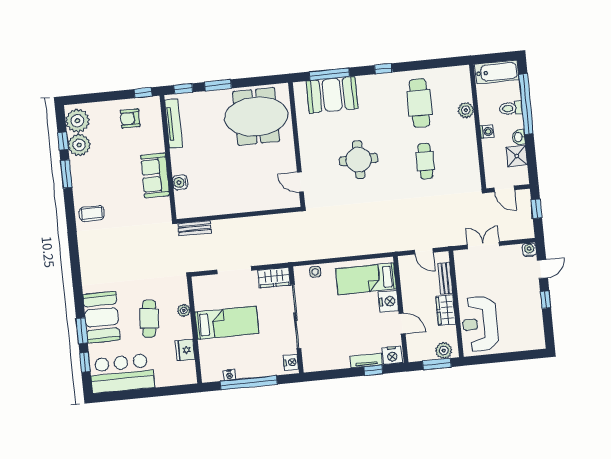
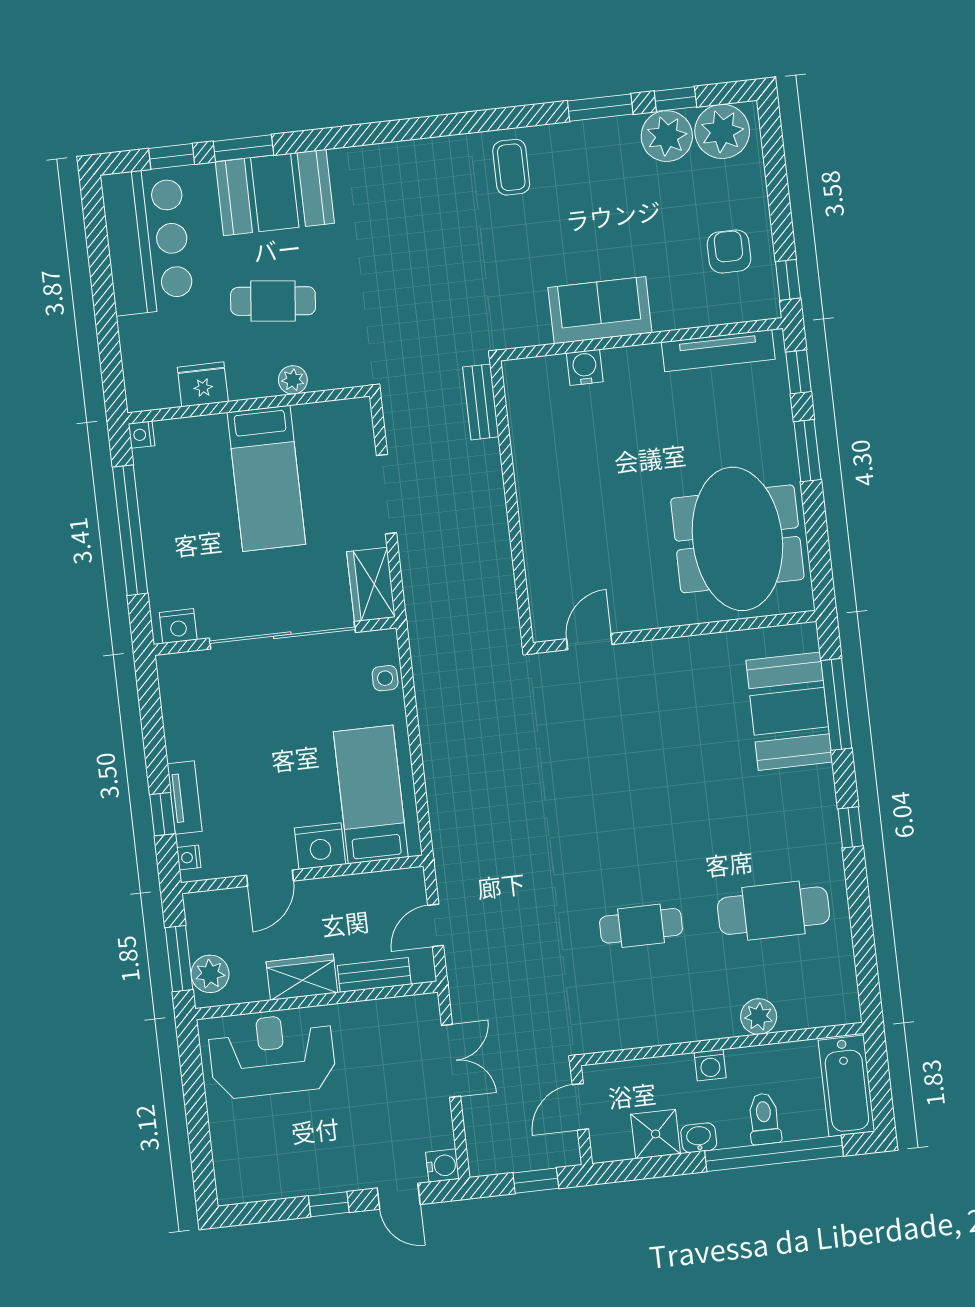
round table: (359, 160) -> (642, 774), removed
nightstand: (392, 355) -> (189, 857), width x0.53, depth x0.56
nightstand: (229, 375) -> (142, 435), moved

